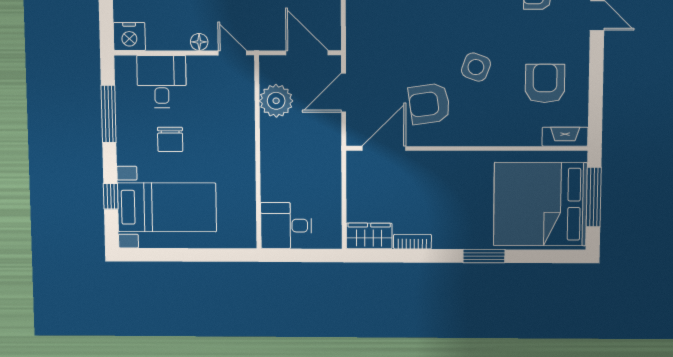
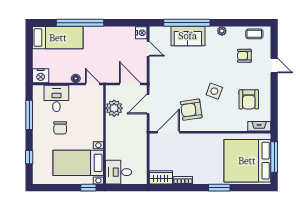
armchair: (545, 83) -> (249, 99), turned 180
bed with nightstands: (167, 207) -> (78, 163), moved, turned 180
window: (227, 255) -> (88, 188), added

